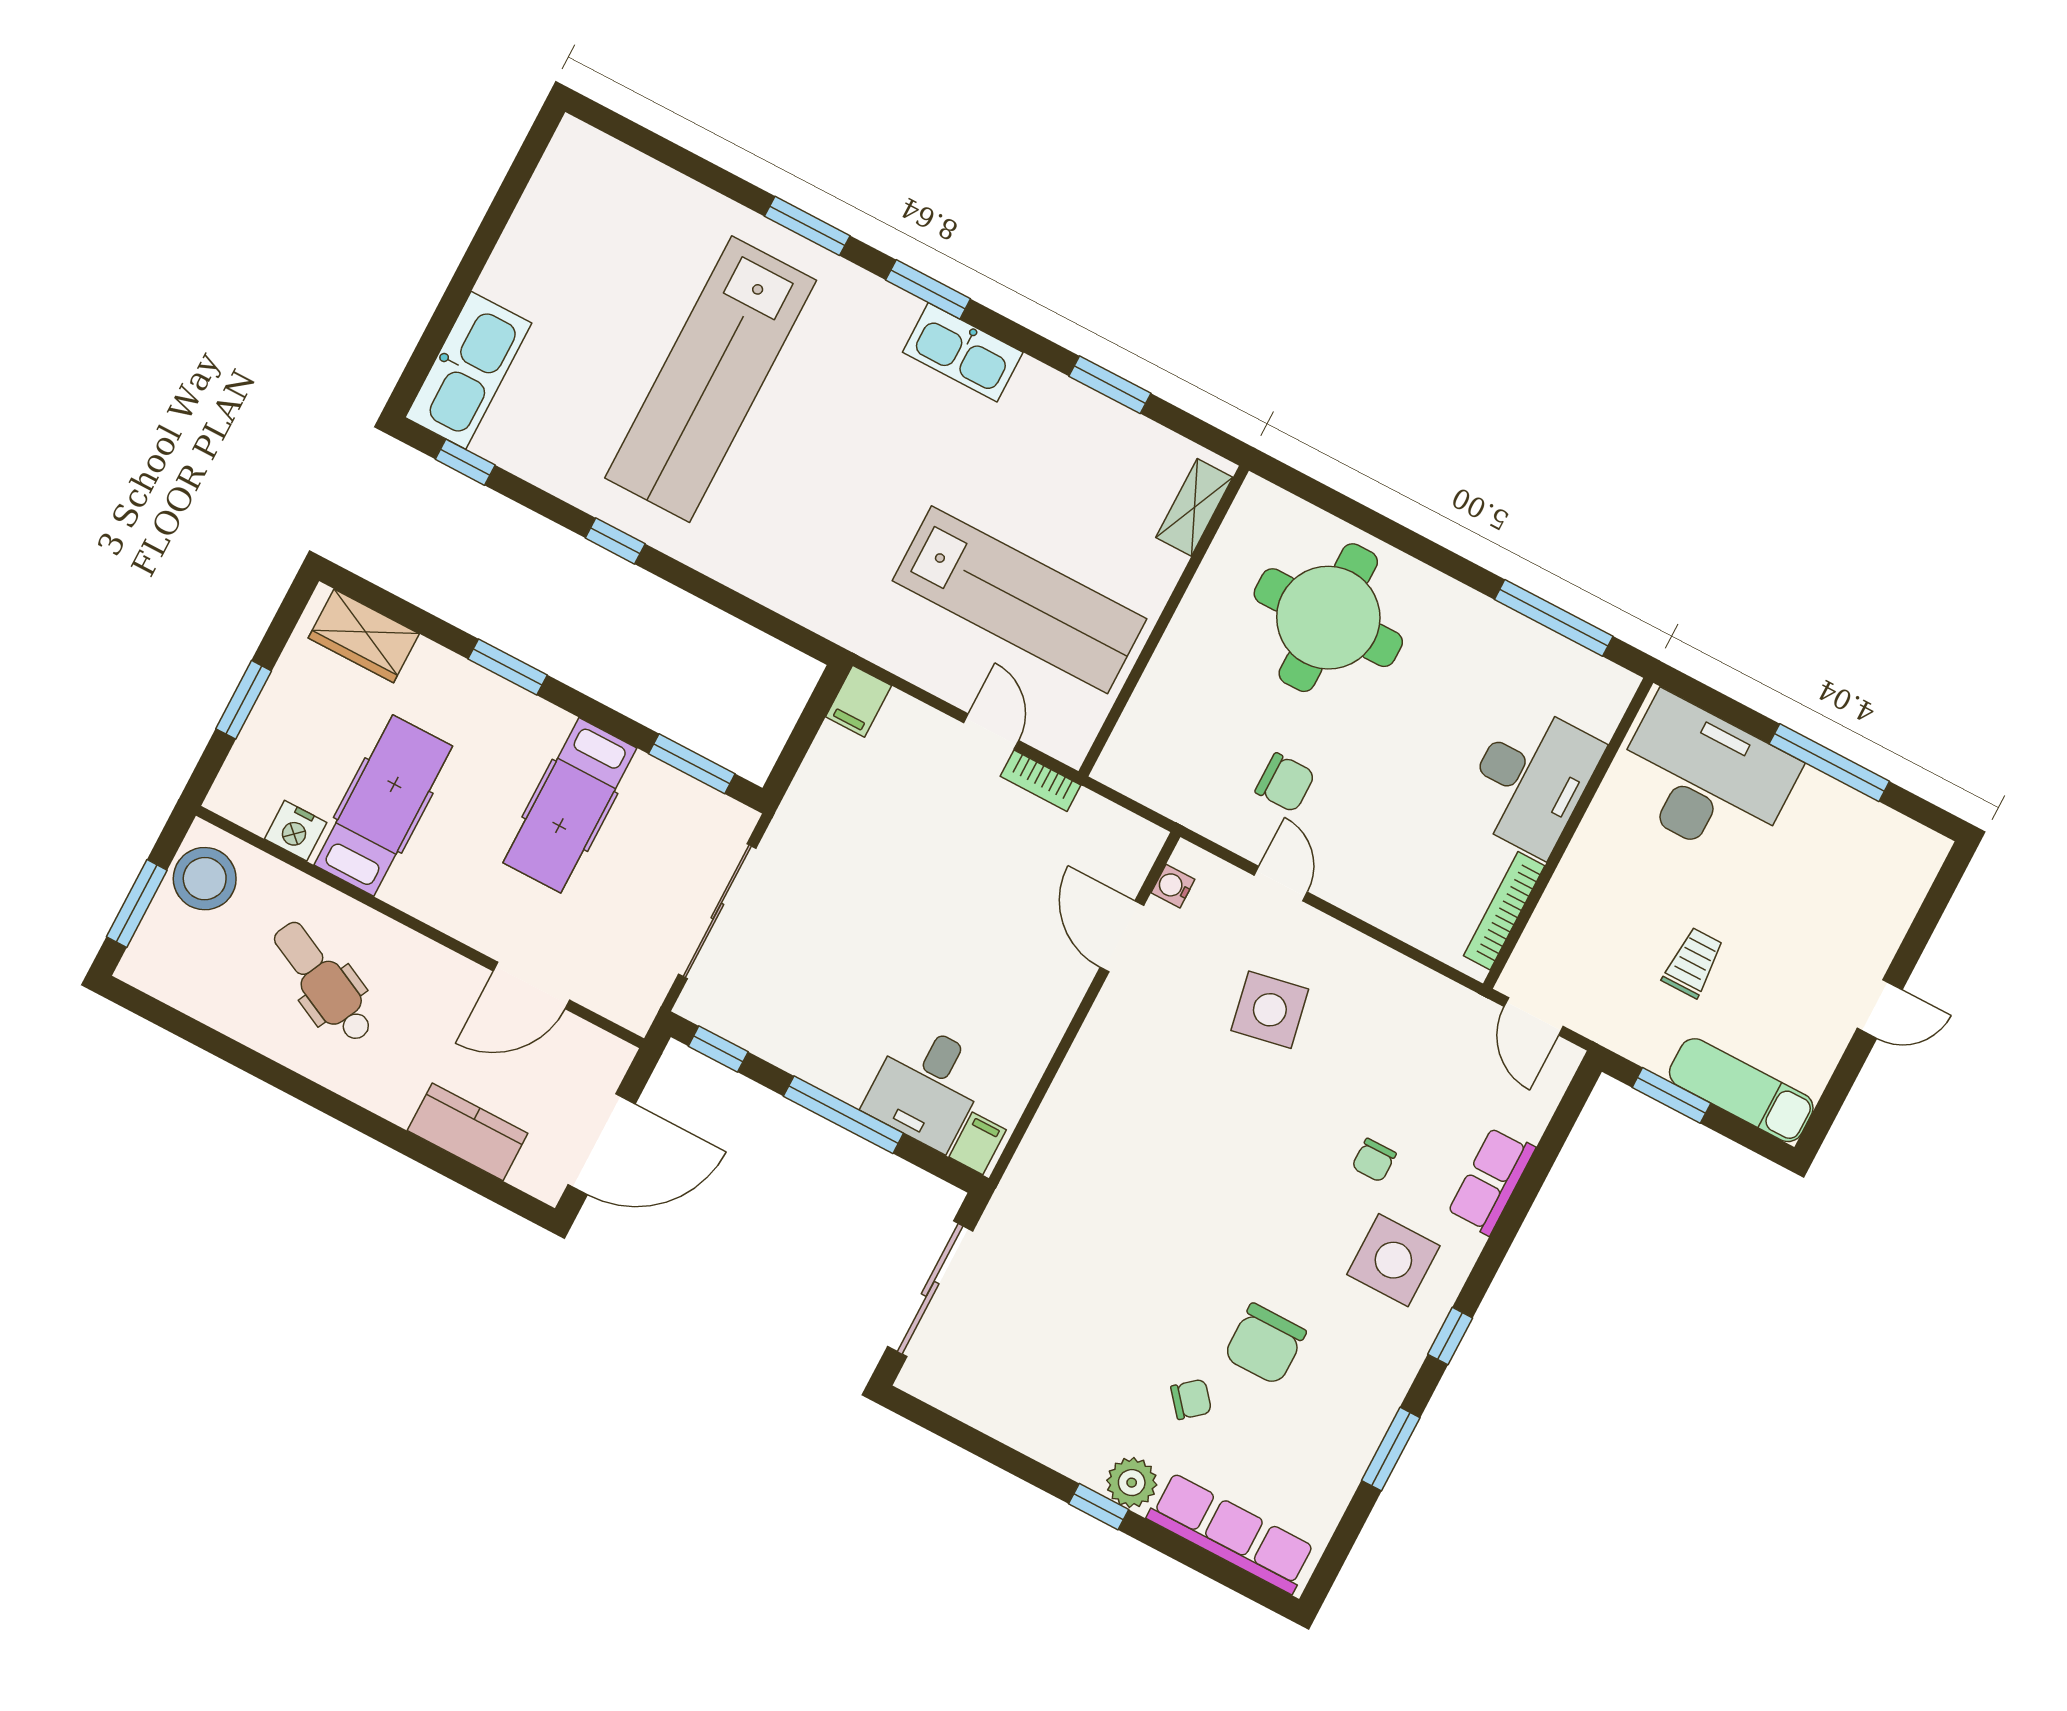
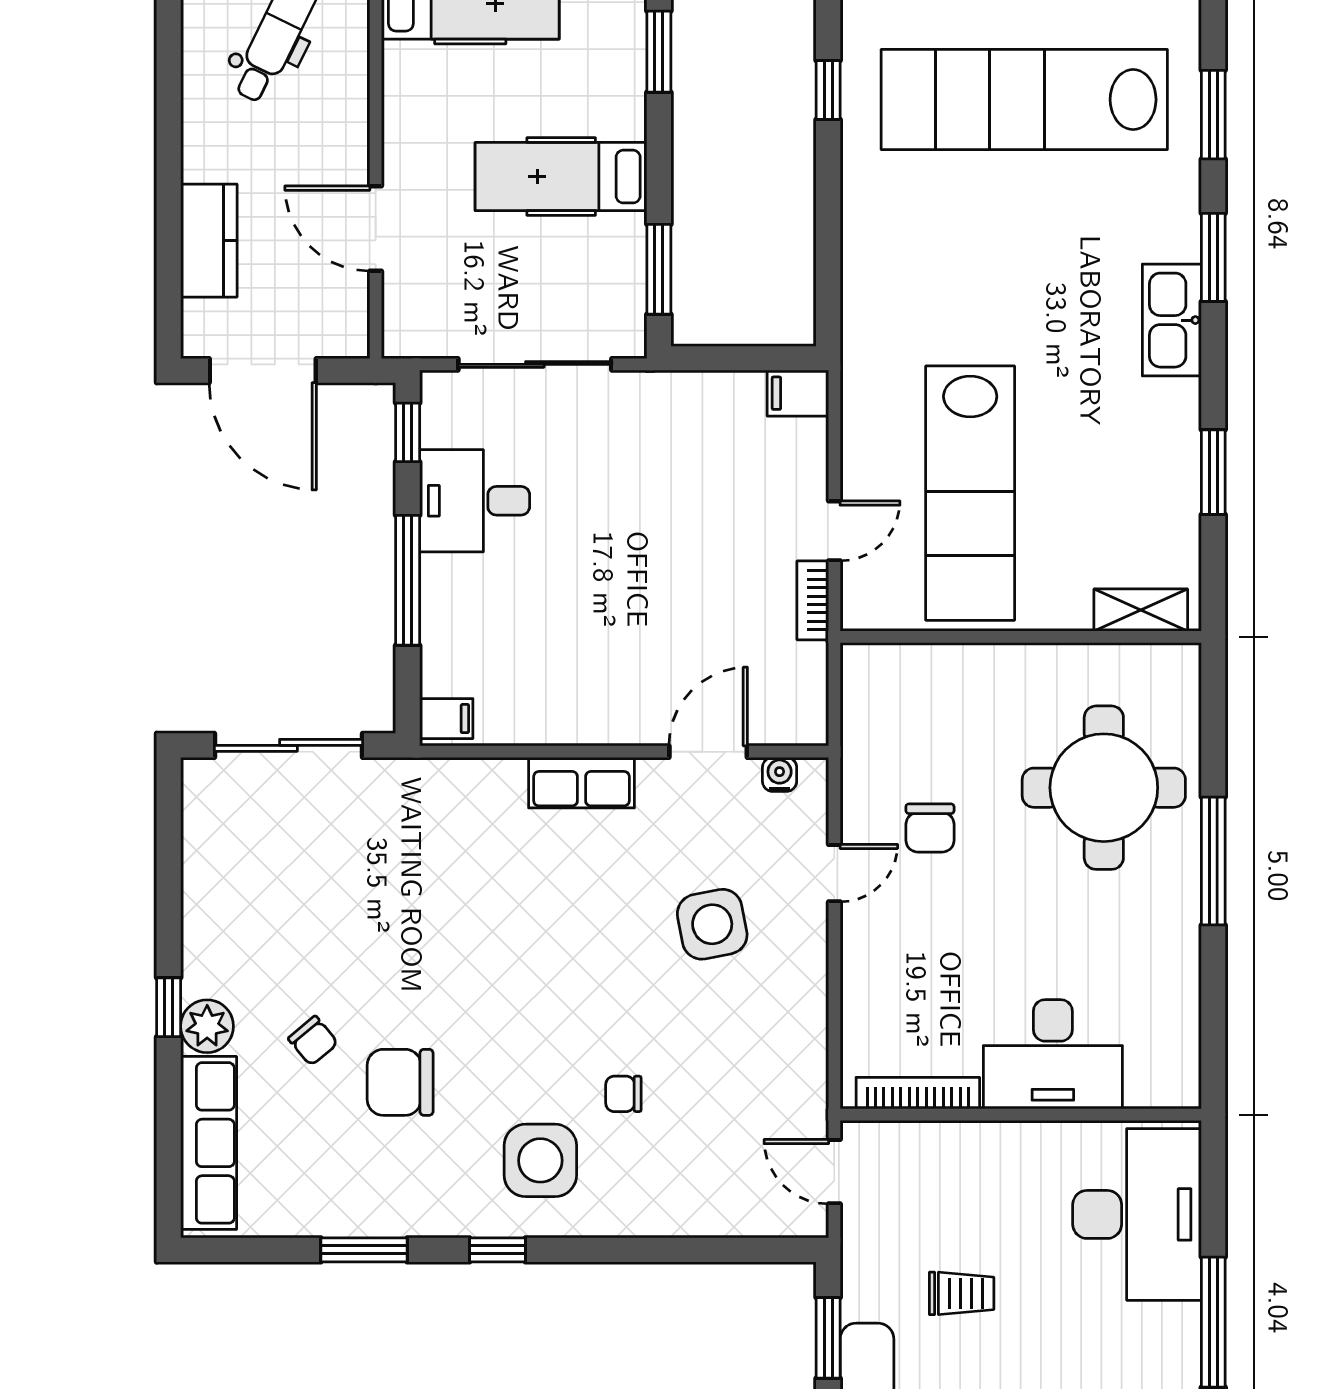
window: (1554, 618) -> (1213, 861), moved
door: (1534, 1016) -> (834, 1172), hinge flipped
desk: (927, 1086) -> (475, 501), moved
row of seats: (1491, 1181) -> (581, 783), moved, turned 180

